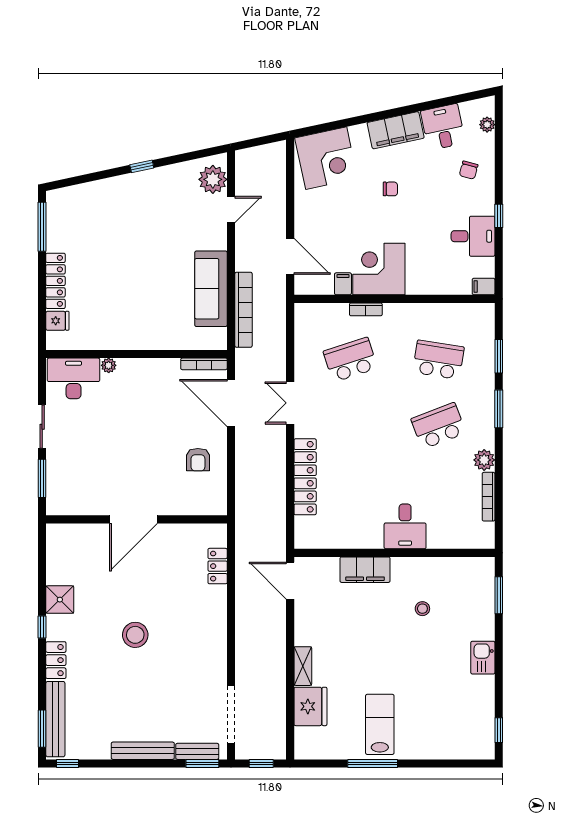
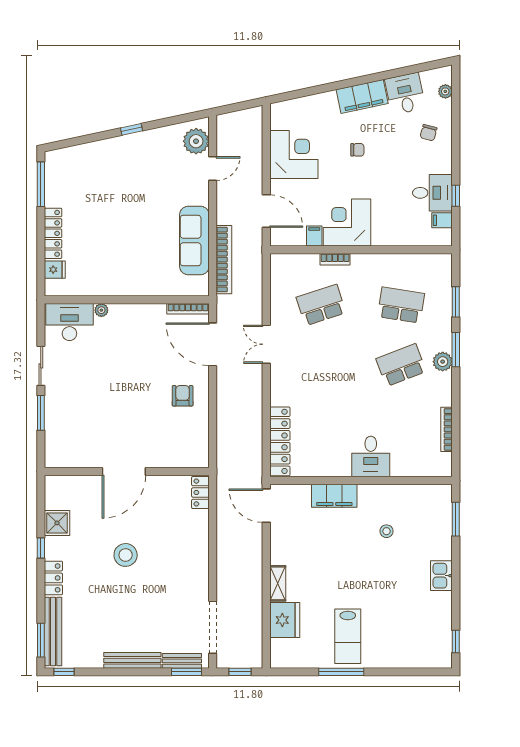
corner desk: (326, 158) -> (294, 155), moved, turned -78
window: (499, 216) -> (456, 196), moved
filing cabinet: (484, 287) -> (442, 220), moved
armchair: (198, 460) -> (183, 396), turned 180
plant: (484, 460) -> (443, 362), moved
locker: (305, 477) -> (280, 441), moved
door: (133, 519) -> (124, 472), moved
wall: (137, 519) -> (127, 472), moved
lab bench: (380, 724) -> (348, 636), turned 180

